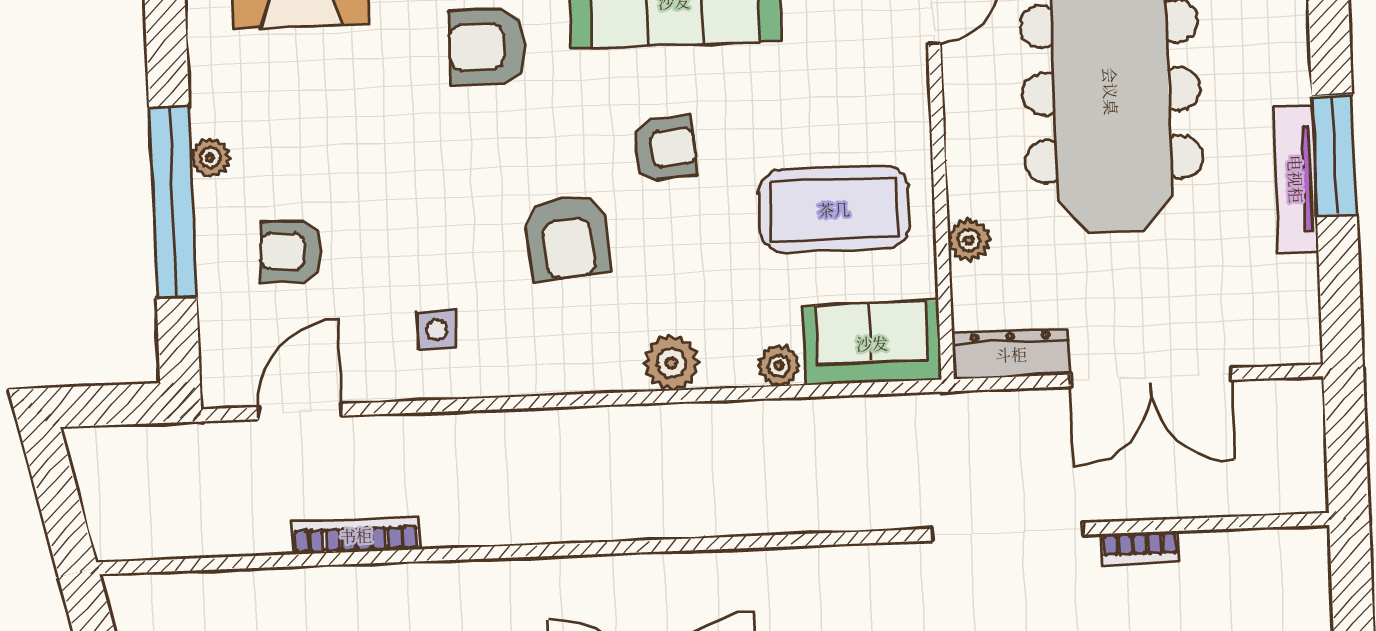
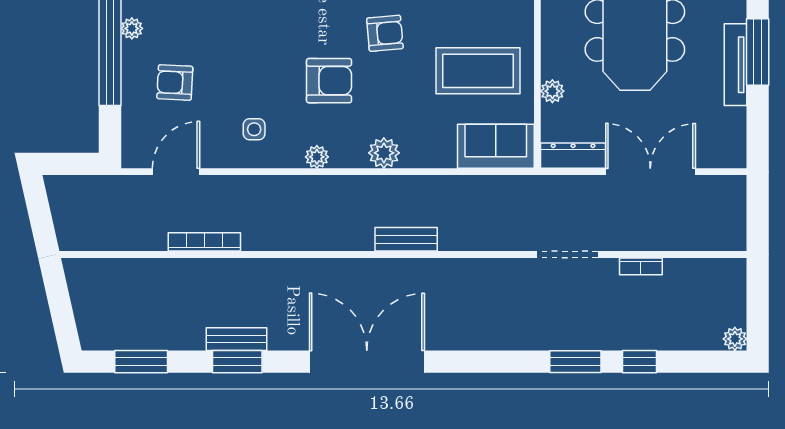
armchair: (568, 237) -> (329, 81), turned -85
plant: (779, 366) -> (317, 157), moved
double door: (1151, 377) -> (650, 172), swing flipped
bench: (718, 516) -> (406, 239), added
doorway: (1008, 532) -> (567, 254), width x0.73

